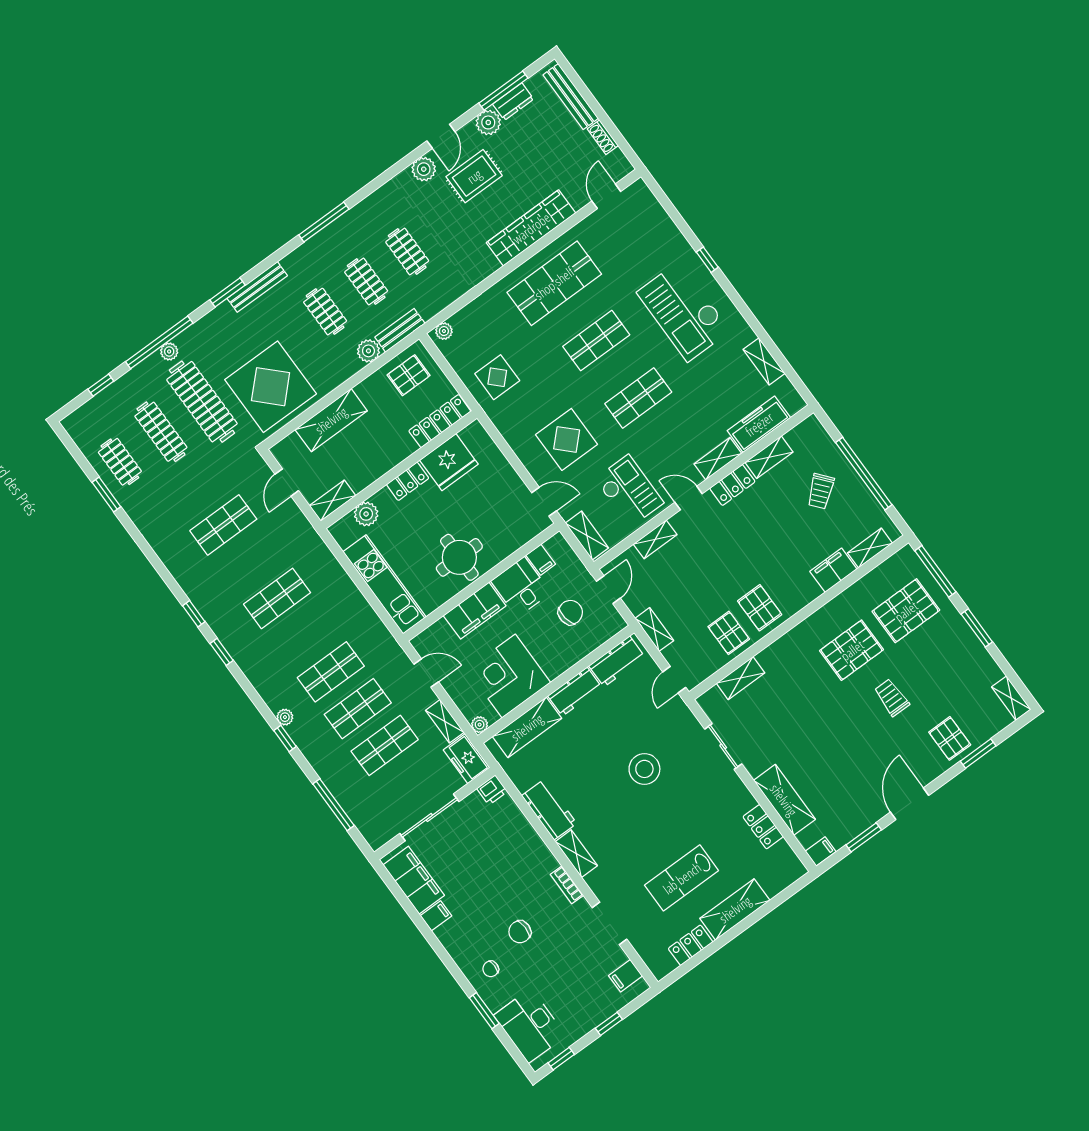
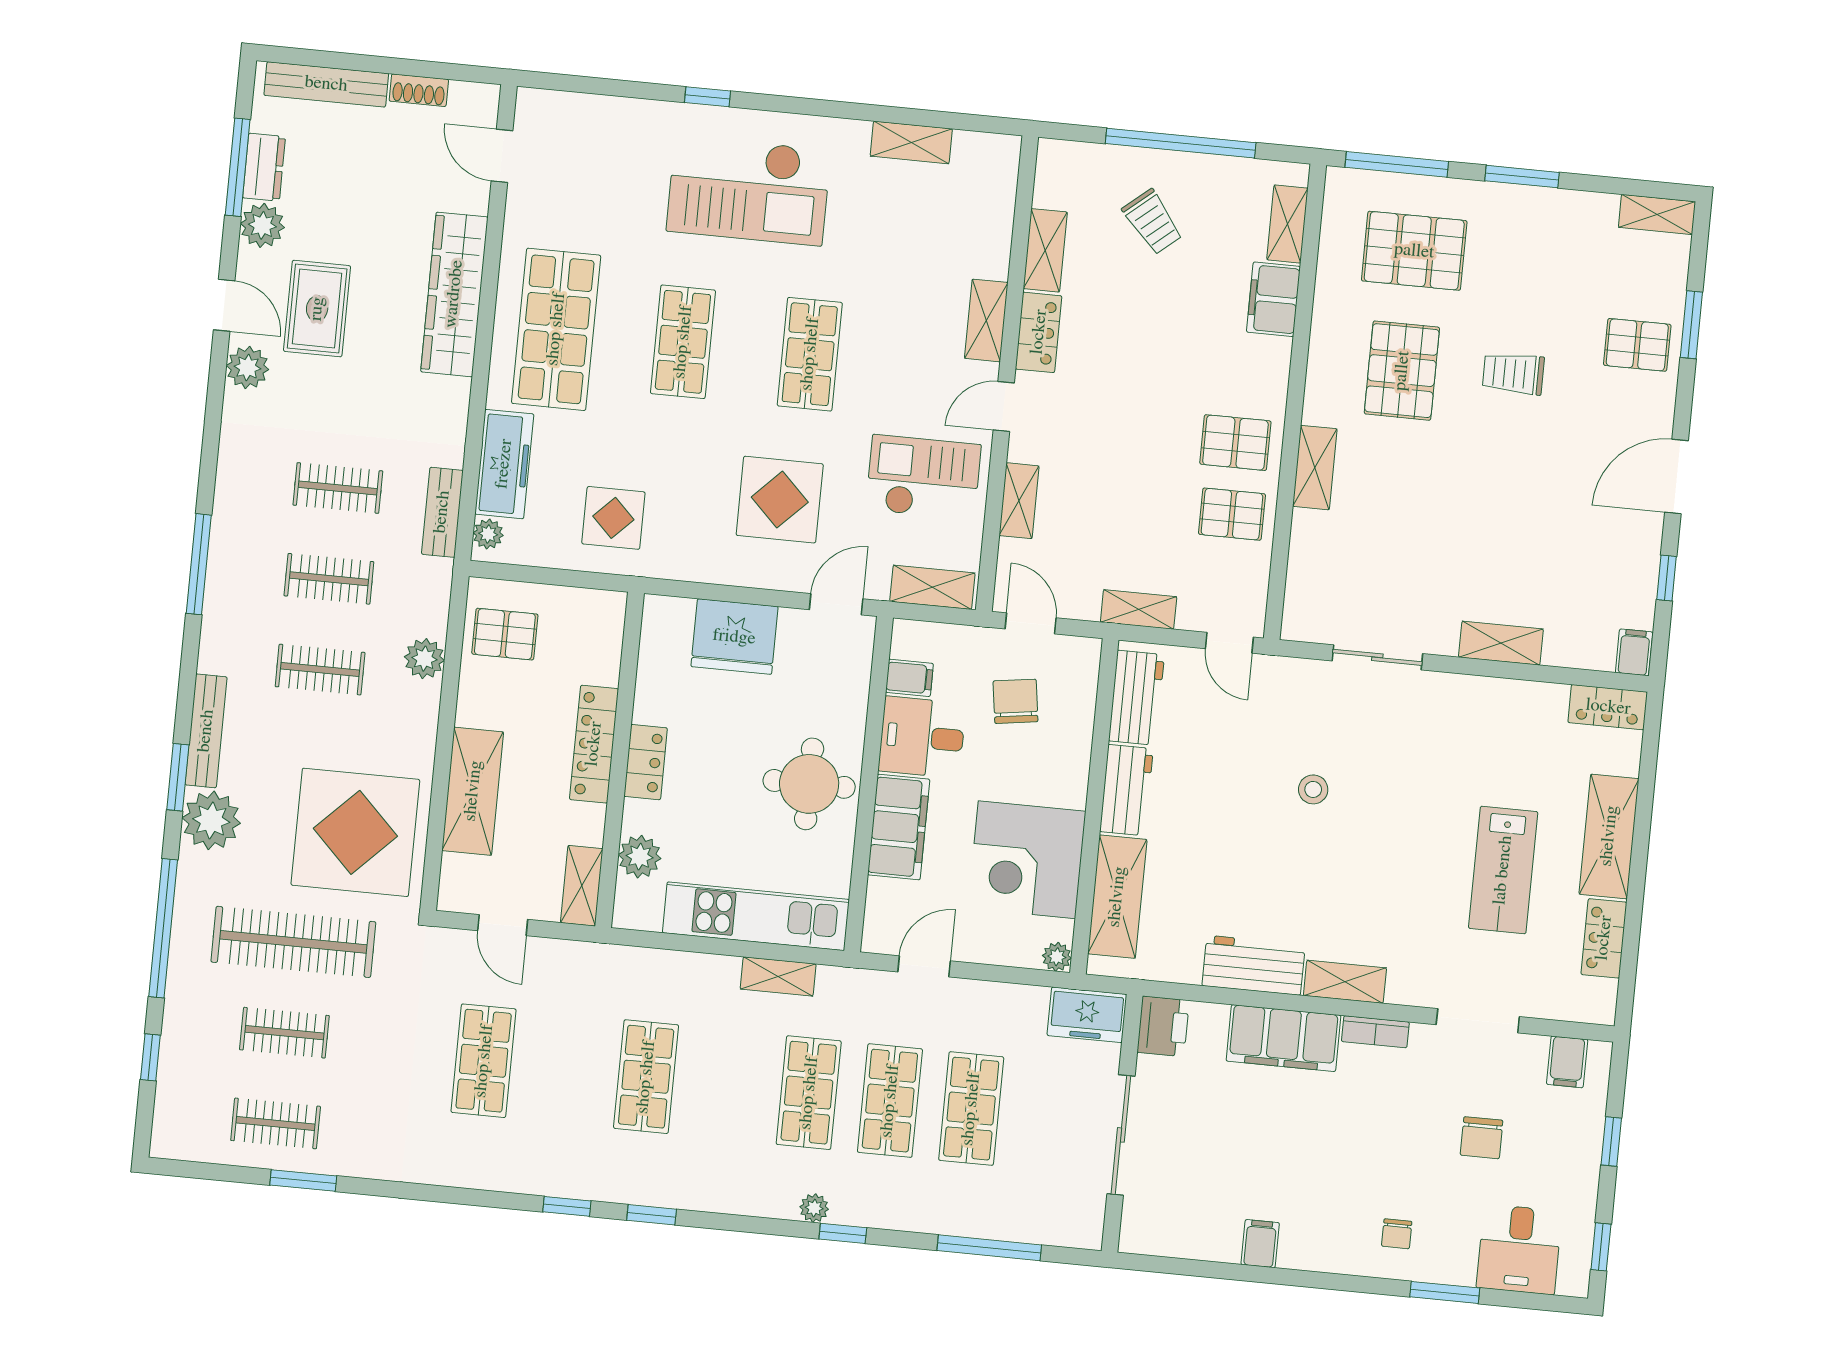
bench: (400, 330) -> (442, 512), moved
plant: (169, 351) -> (211, 820), moved, width x1.88, depth x1.88
pallet: (409, 375) -> (505, 634), turned 90
locker: (440, 421) -> (594, 744), moved
freezer: (759, 424) -> (504, 464), moved, turned 180
clothes rail: (161, 432) -> (284, 1033), width x0.73
fridge: (449, 462) -> (734, 637), moved, turned 90
pallet: (906, 611) -> (1414, 251), turned 90
shelving: (741, 678) -> (1315, 468), moved
shelving: (445, 721) -> (778, 976), moved
stool: (644, 769) -> (1313, 789), width x0.53, depth x0.53
printer: (492, 790) -> (1163, 1026), width x1.36, depth x1.24
shelving: (784, 800) -> (1501, 643), width x0.67, depth x0.75
door: (910, 804) -> (1676, 476), hinge flipped
locker: (763, 827) -> (1608, 707), moved
window: (864, 837) -> (1667, 578), width x0.67
filing cabinet: (414, 880) -> (1283, 1038), moved, turned 180
chair: (520, 932) -> (1482, 1138), moved
desk: (530, 1026) -> (1519, 1249), width x0.73

